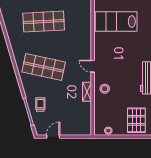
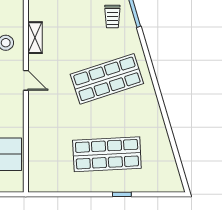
shop shelf: (44, 67) -> (107, 79), turned -30

